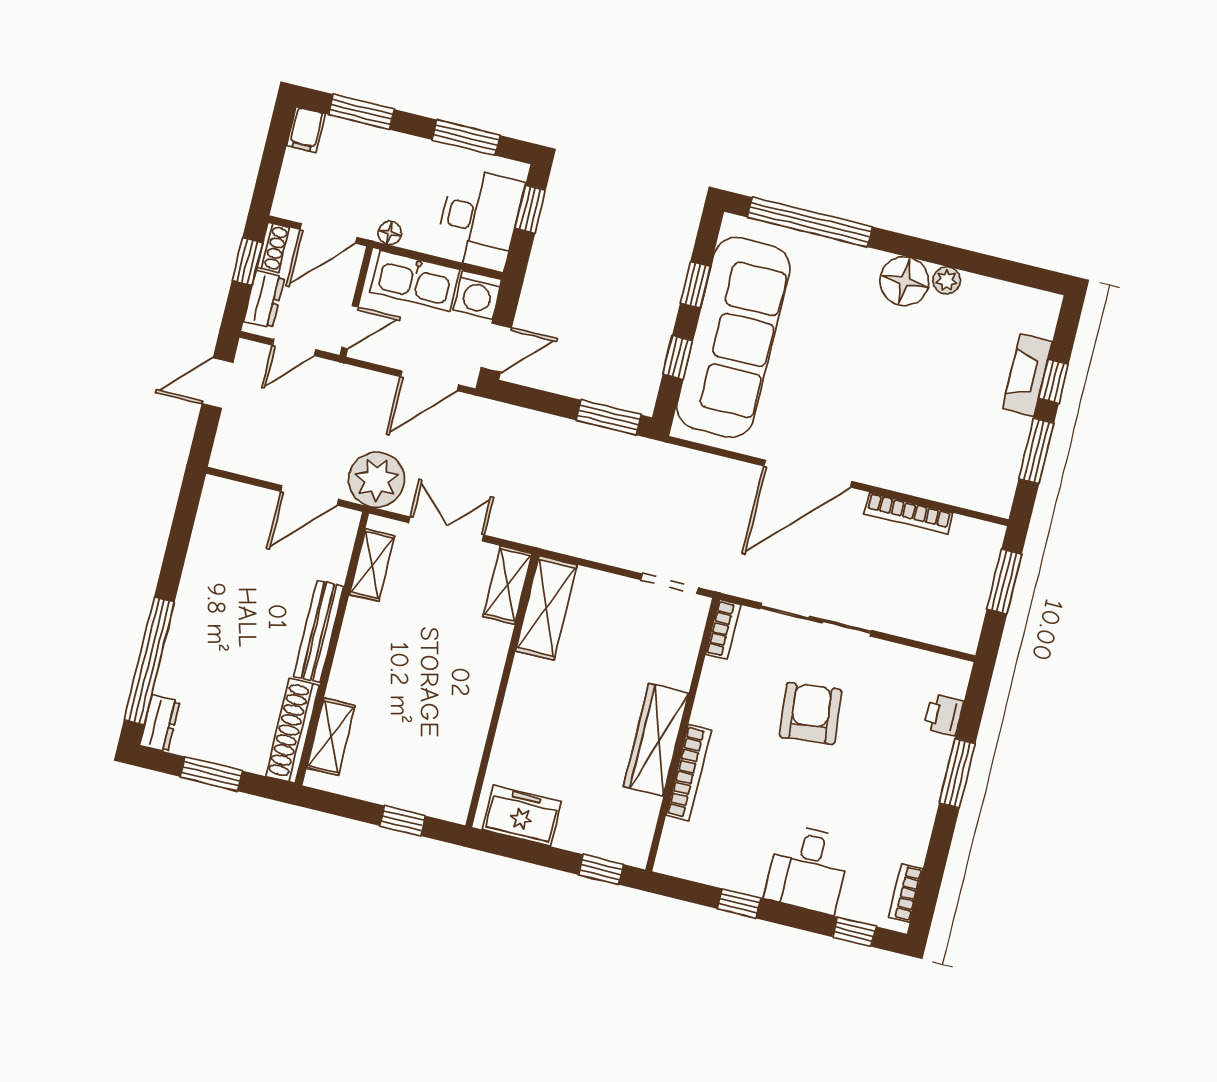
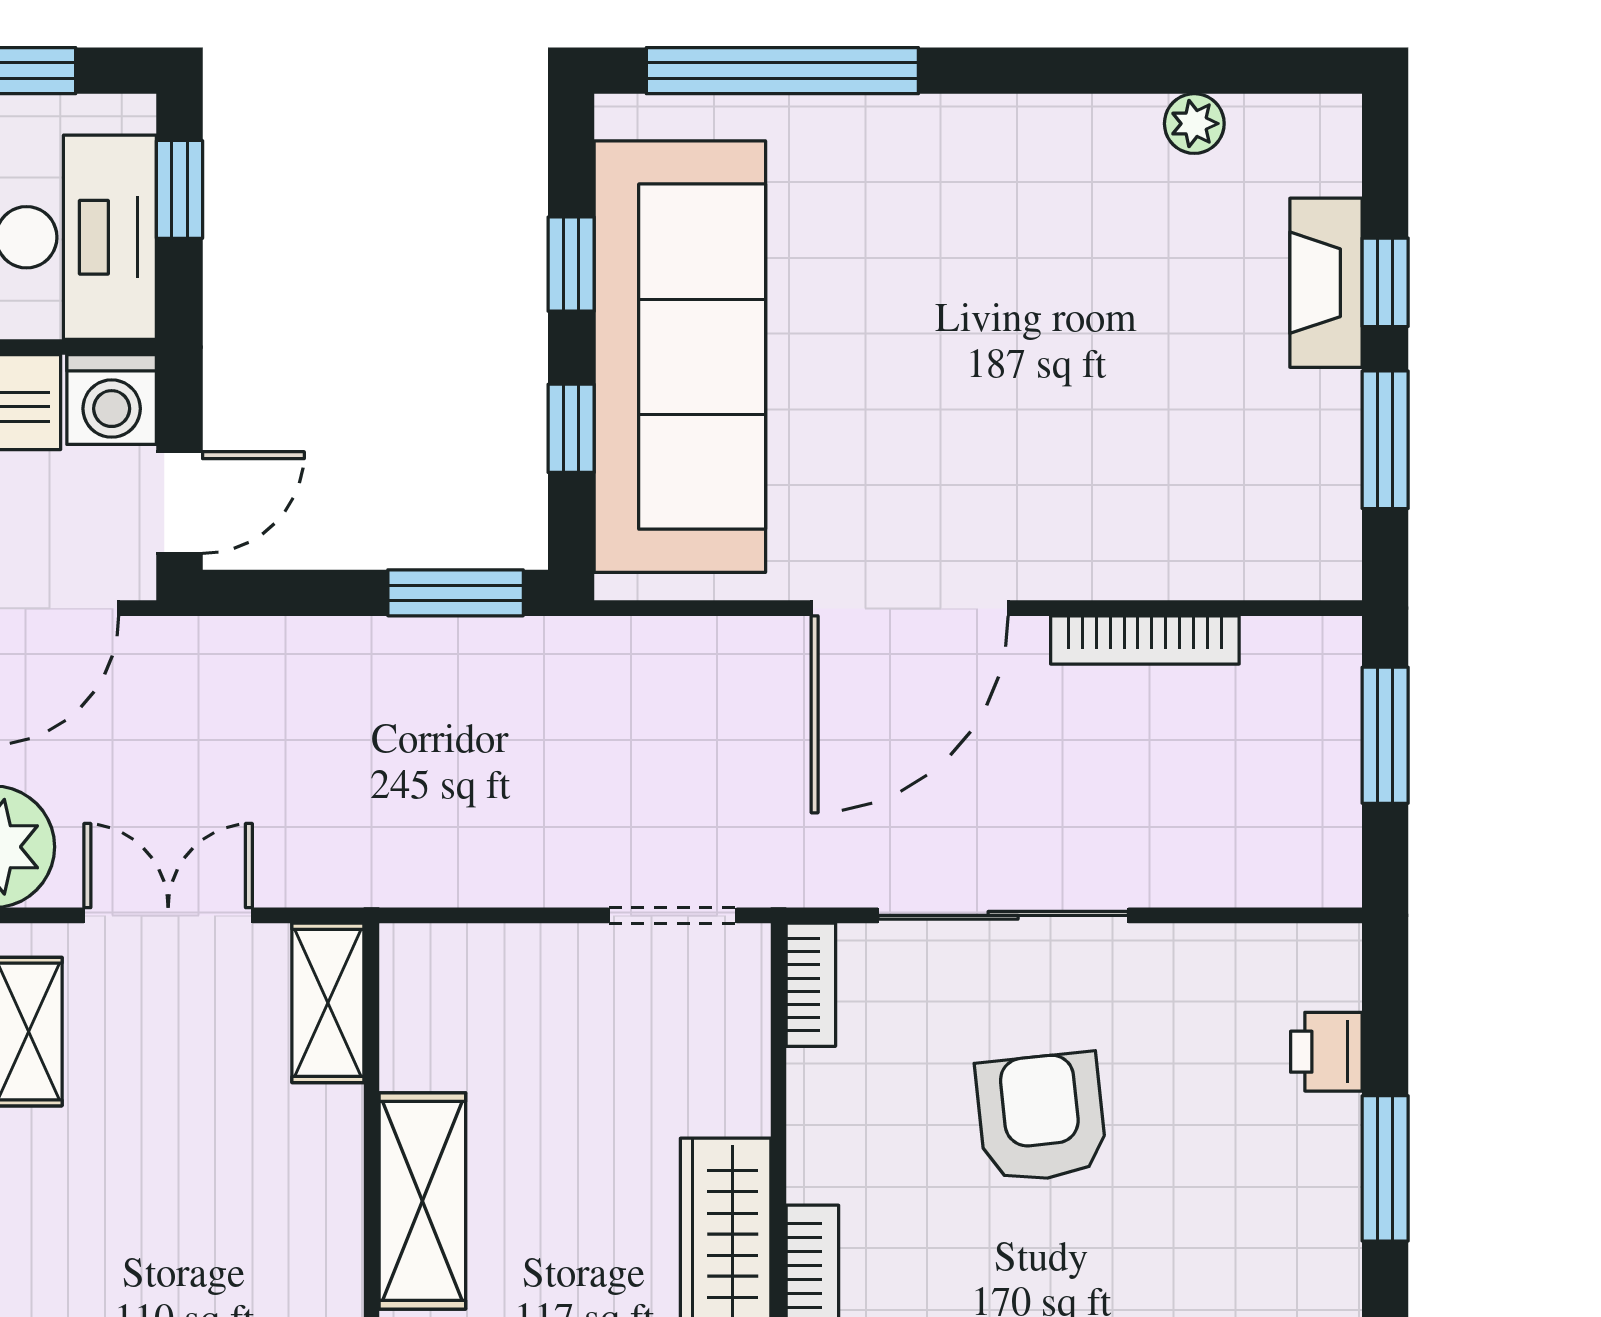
plant: (947, 280) -> (1194, 124), moved
floor lamp: (904, 281) -> (1015, 147), removed
shelving: (546, 608) -> (422, 1201), moved

